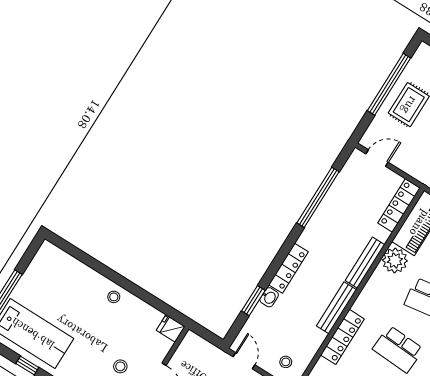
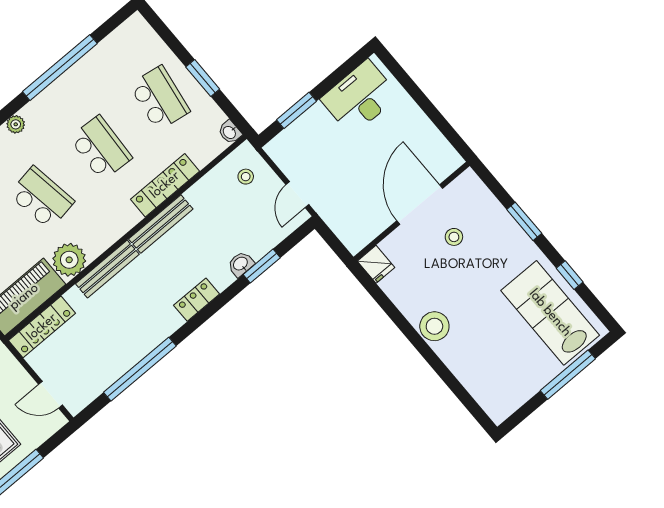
locker: (288, 268) -> (197, 300), width x0.66
stool: (114, 297) -> (434, 326), width x1.89, depth x1.89

